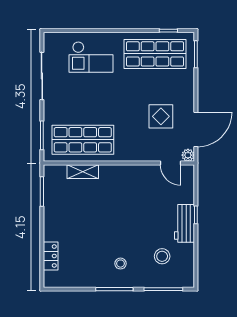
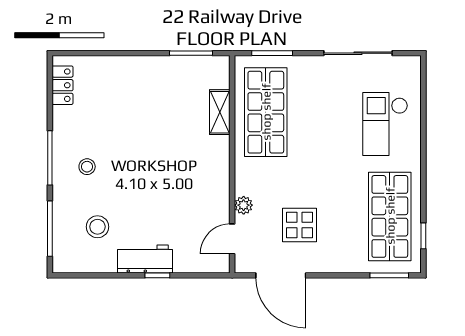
plant: (188, 155) -> (244, 205), moved
locker: (51, 256) -> (63, 85), moved, turned -90

